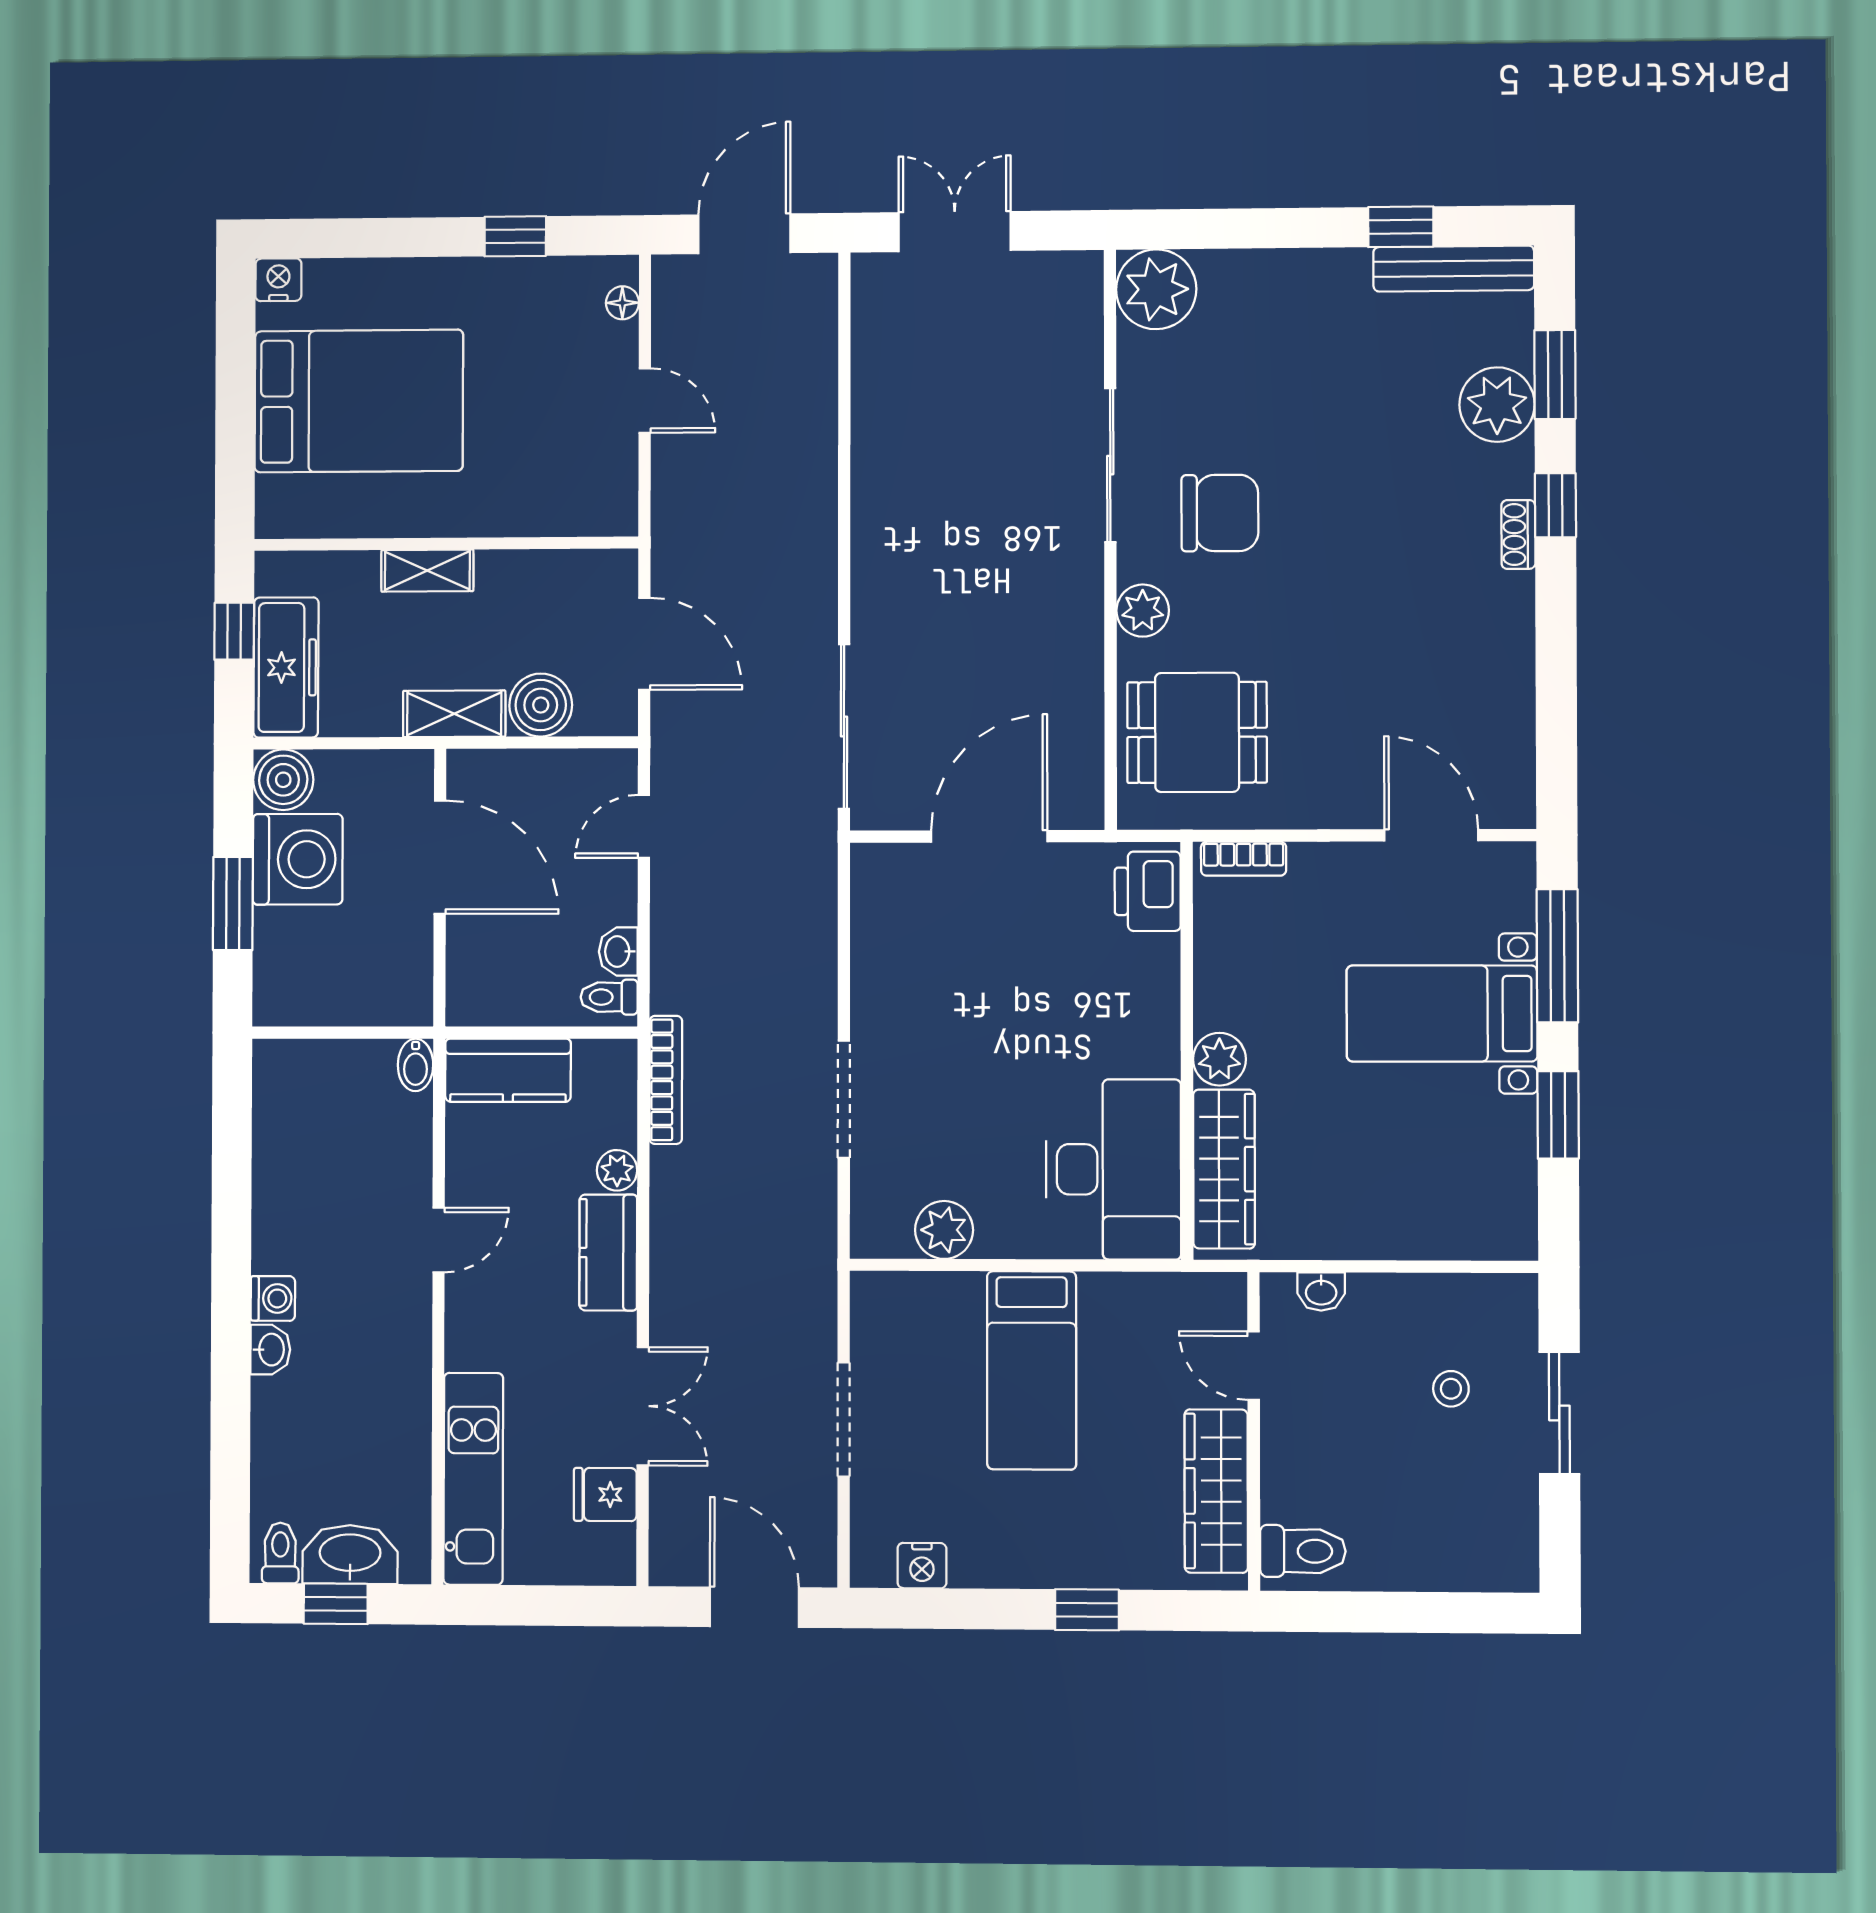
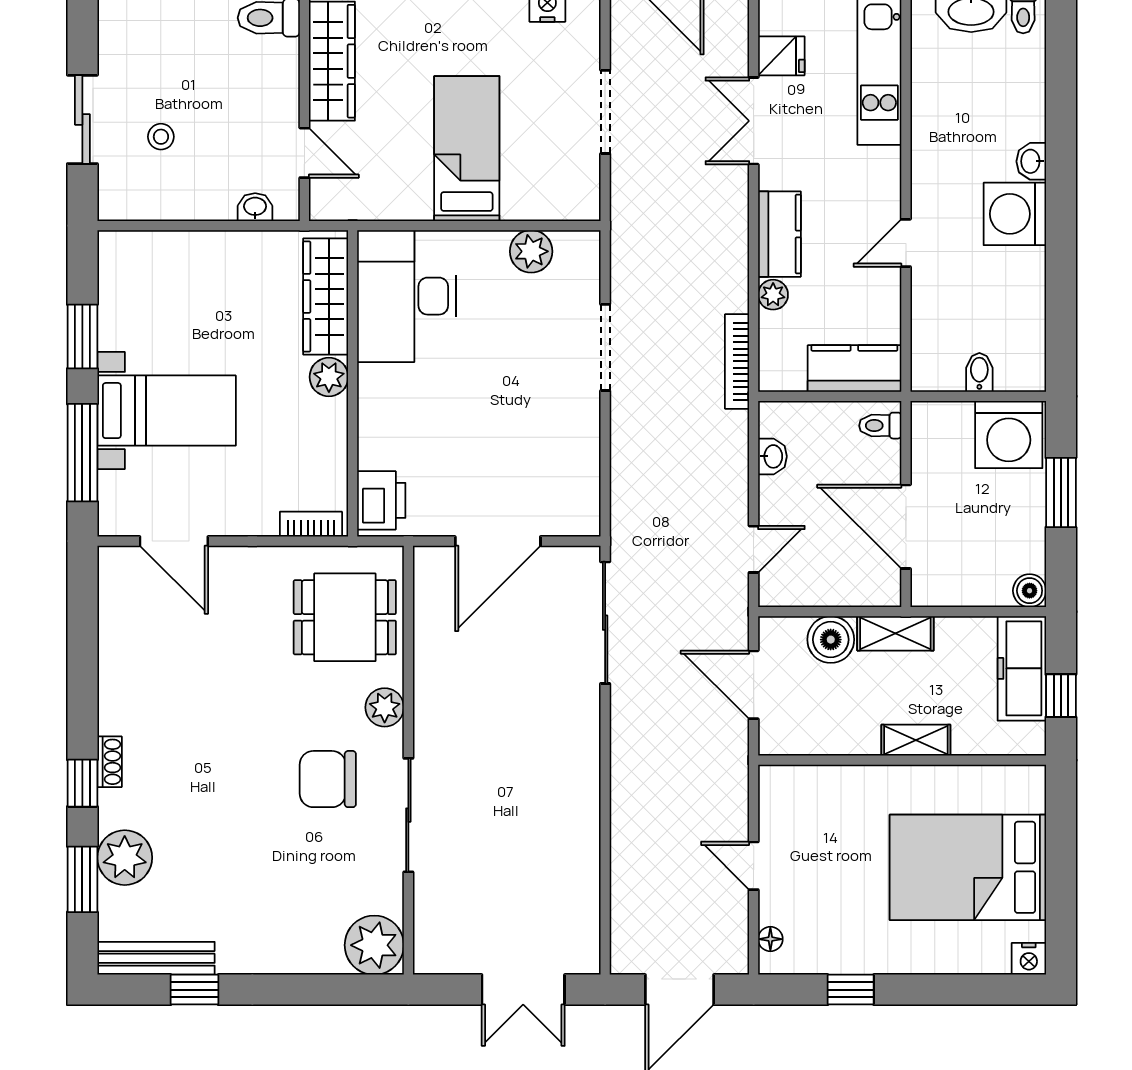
boiler: (283, 780) -> (1030, 591), width x0.73, depth x0.73
washing machine: (298, 859) -> (1009, 435), moved, turned -90
toilet: (609, 997) -> (880, 426), moved, turned 180
bidet: (416, 1065) -> (979, 372), moved
washing machine: (273, 1298) -> (1015, 214), width x1.89, depth x1.89

